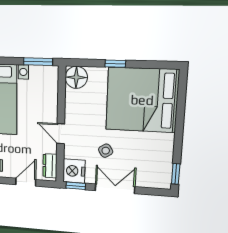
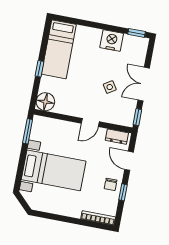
bed: (142, 100) -> (59, 49), width x0.49
nightstand: (74, 171) -> (112, 40), moved, turned 180

